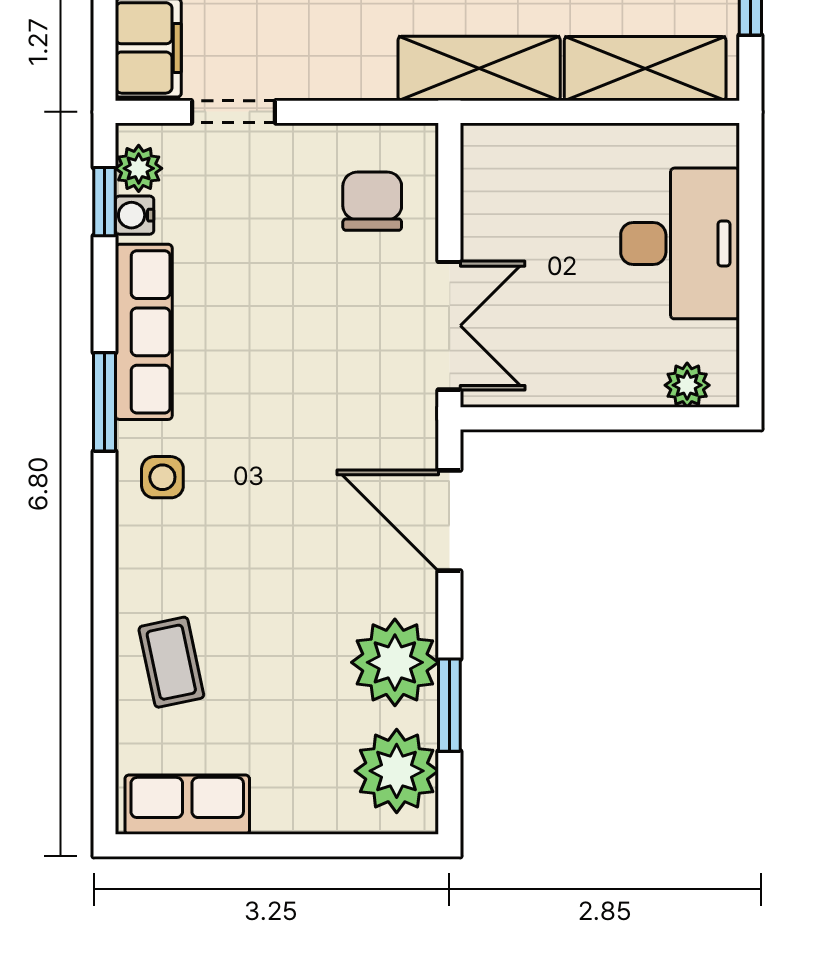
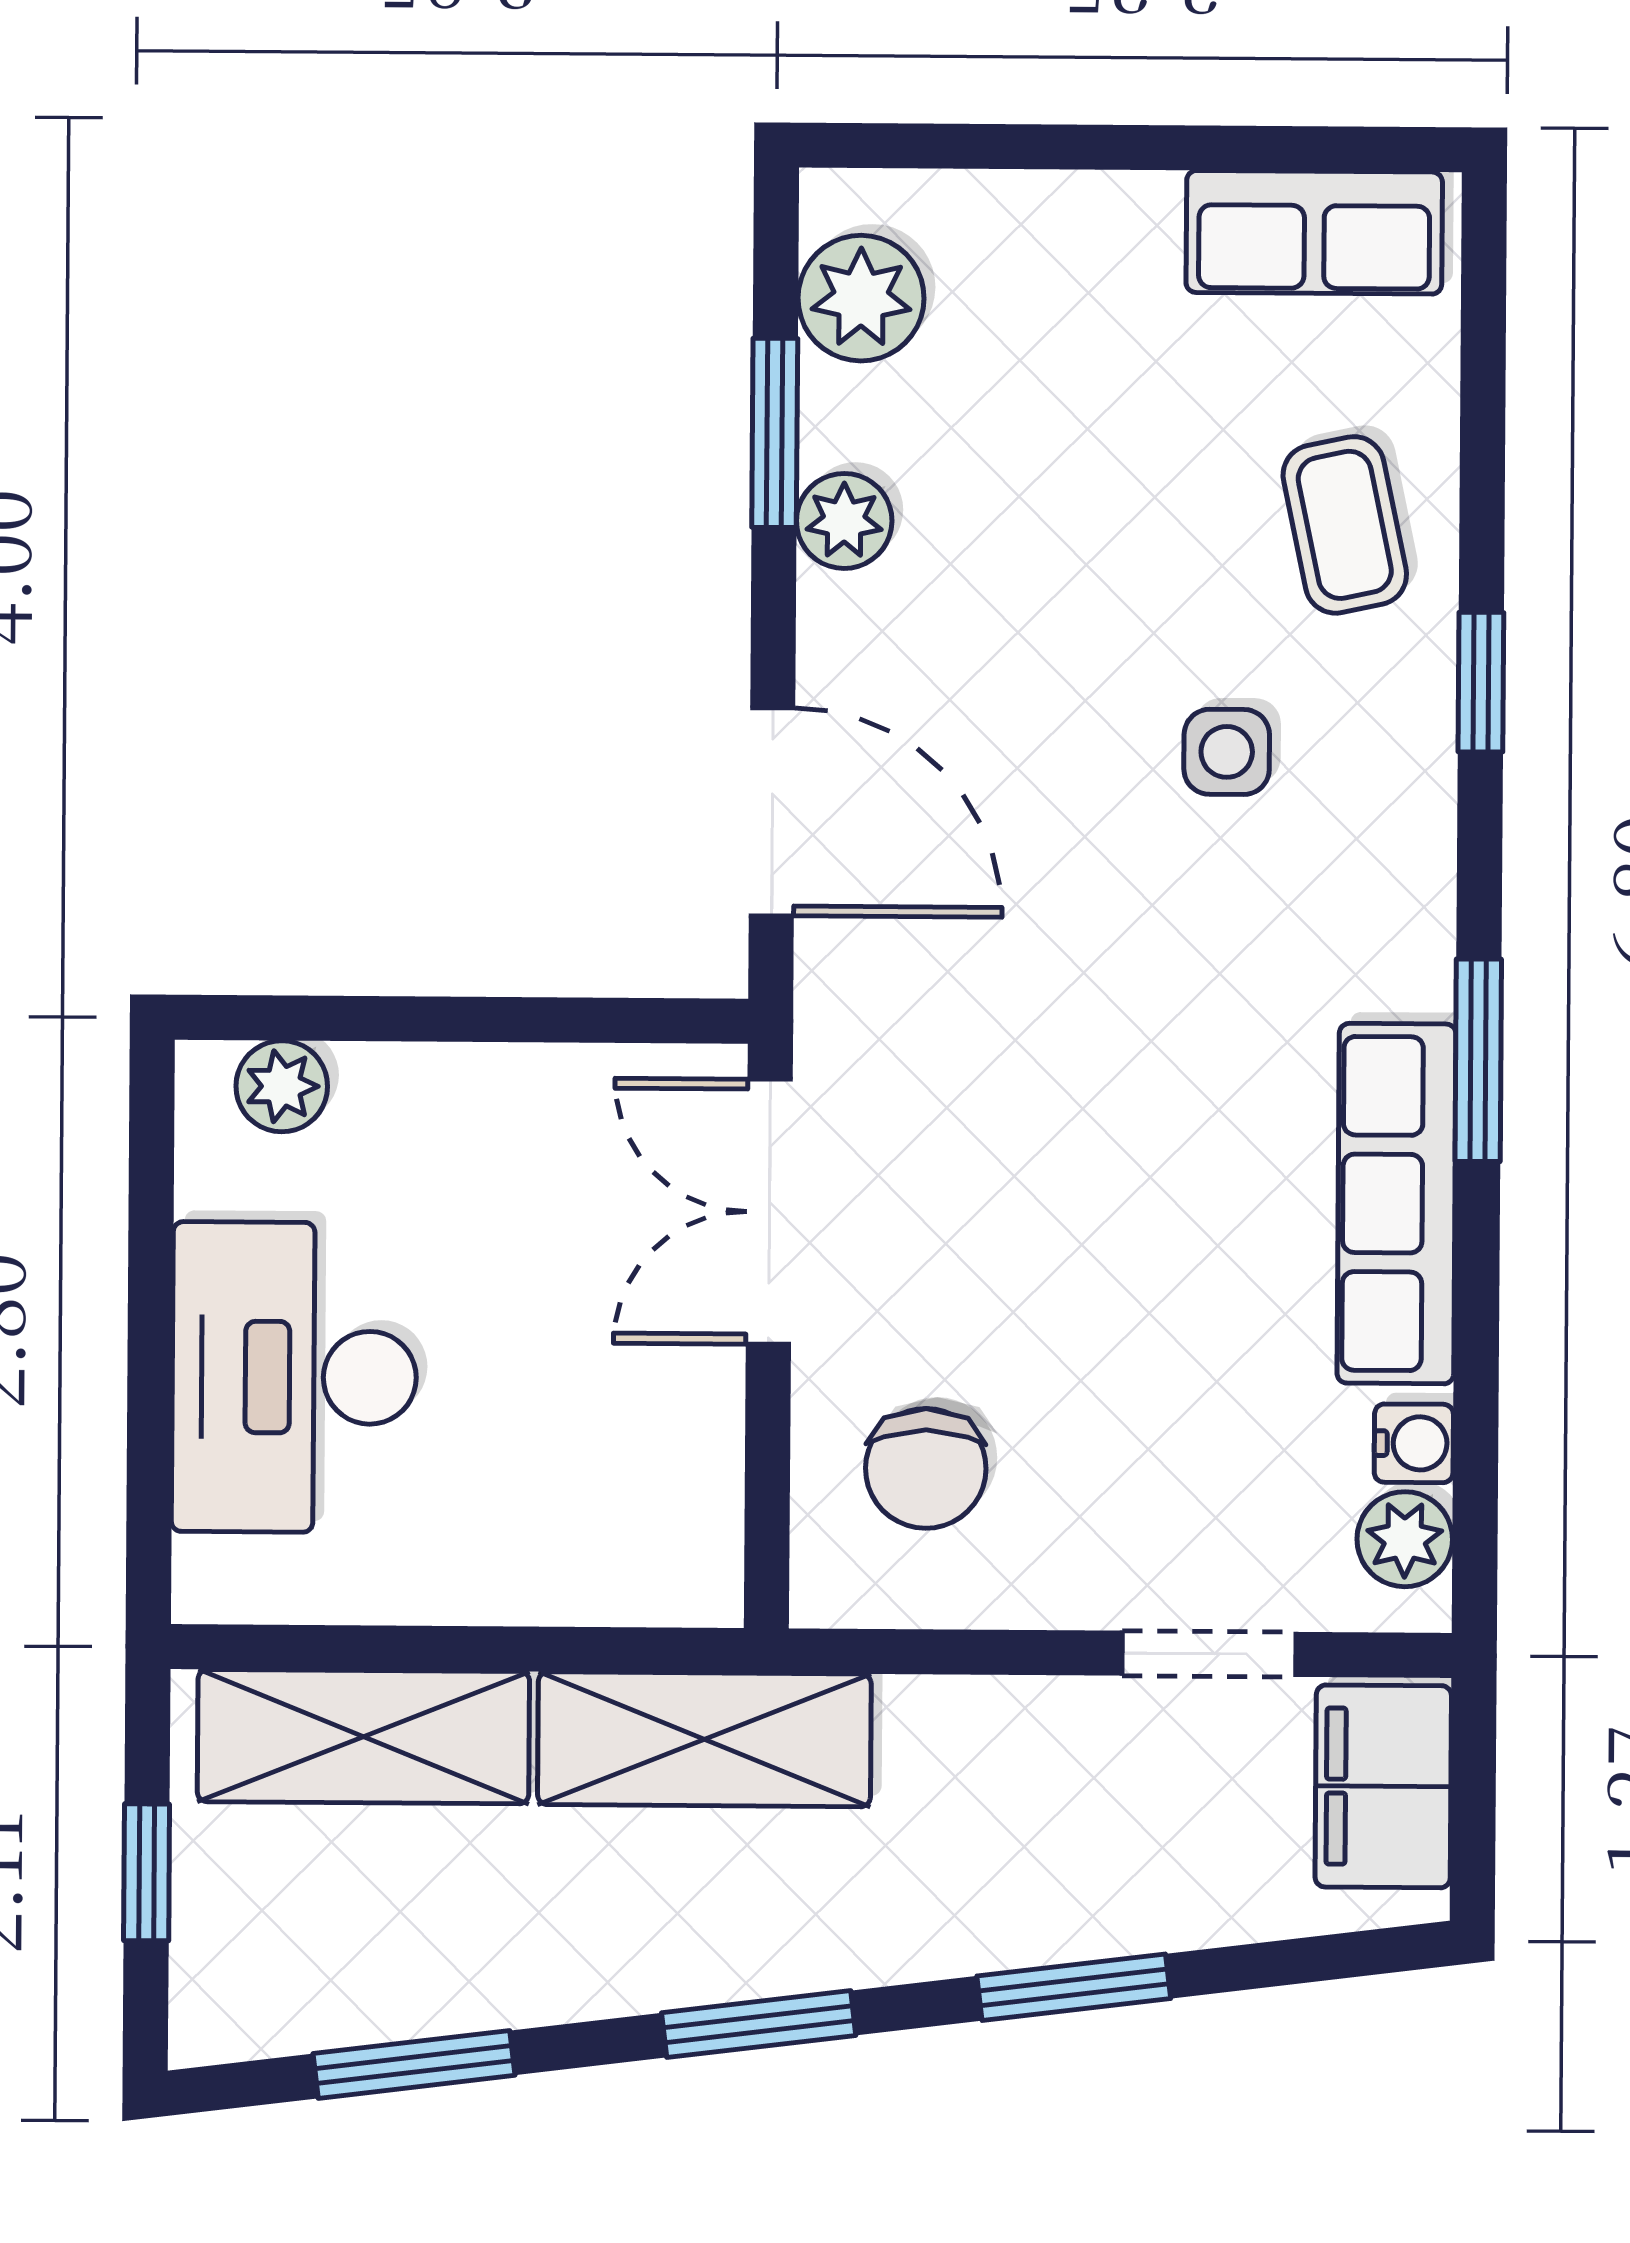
window: (105, 202) -> (1481, 682), moved
side table: (162, 477) -> (1227, 752), moved
plant: (395, 662) -> (844, 521), width x0.53, depth x0.53
plant: (397, 771) -> (861, 298), width x0.73, depth x0.73

